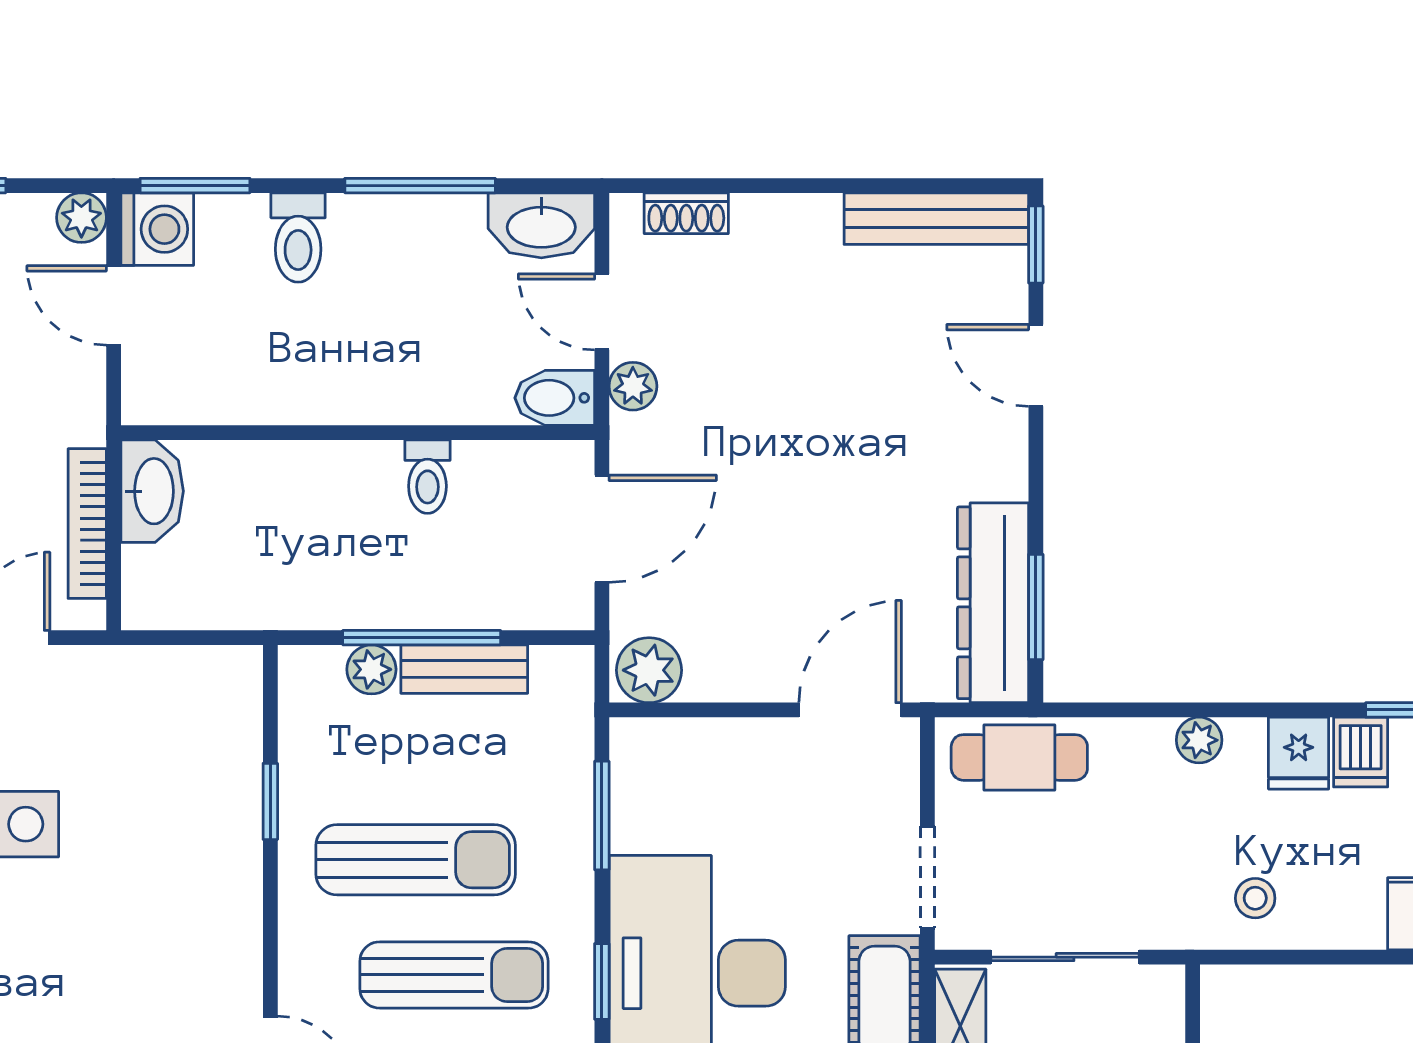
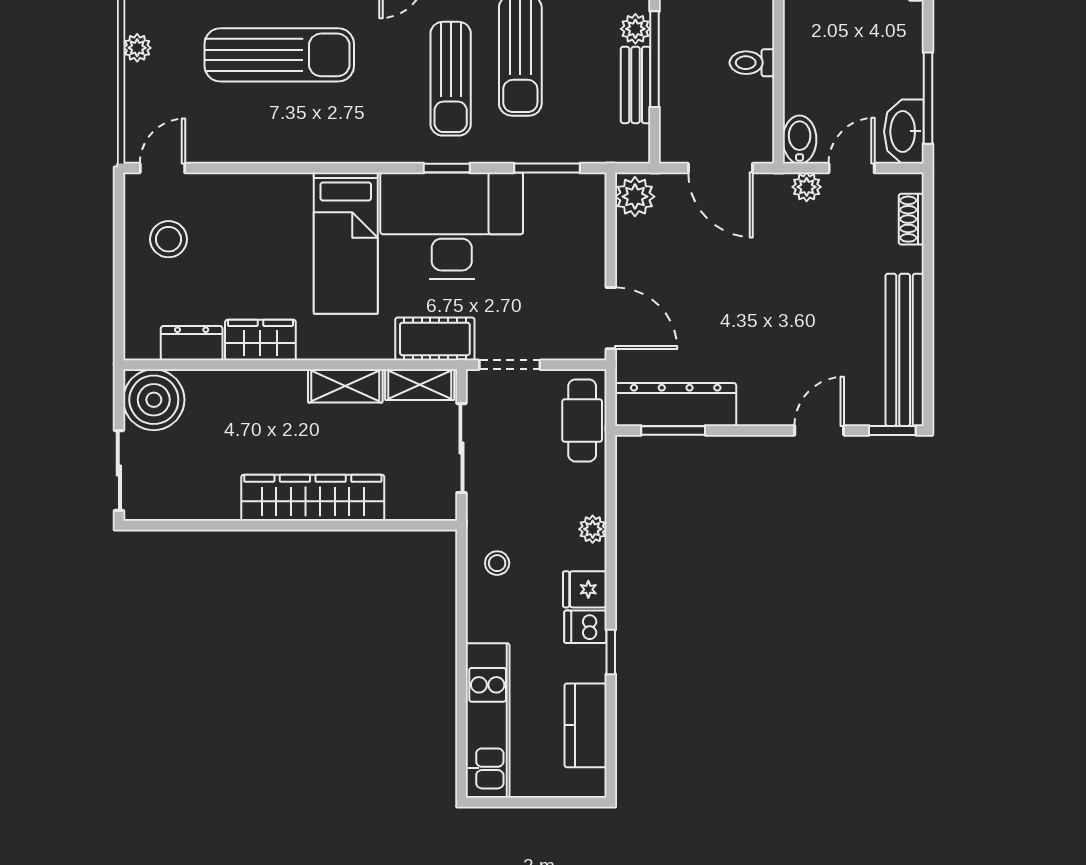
window: (420, 186) -> (928, 98), moved
bench: (936, 219) -> (905, 350), width x1.37, depth x1.21

